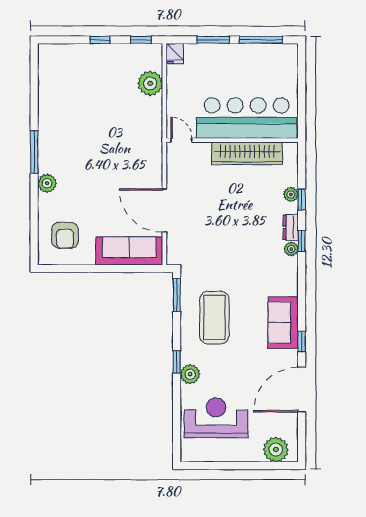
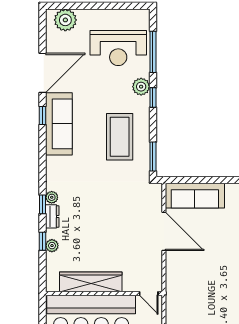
sofa: (283, 323) -> (59, 124), width x1.36
window: (177, 414) -> (153, 52), added

